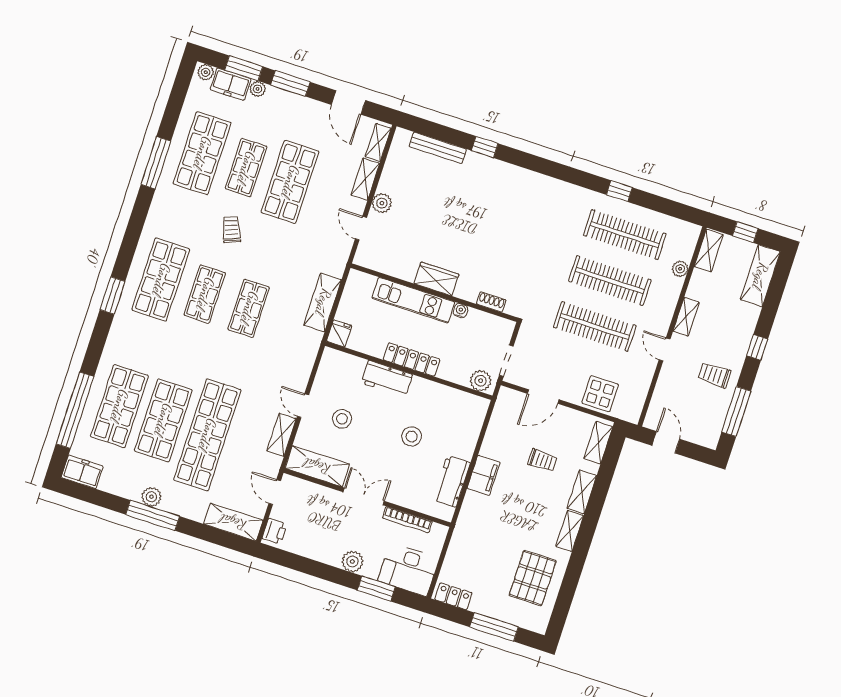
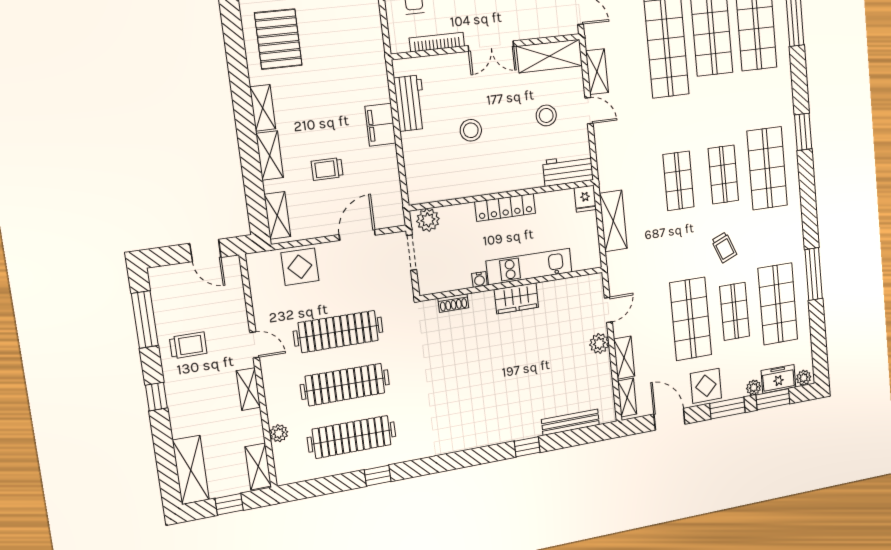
display table: (302, 114) -> (706, 386), added
door: (361, 228) -> (608, 310), hinge flipped
workbench: (387, 379) -> (568, 170), moved

